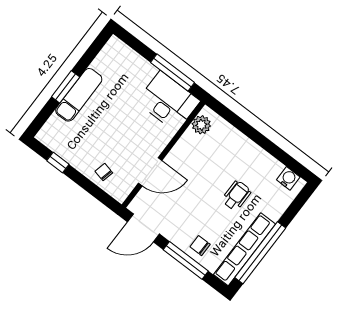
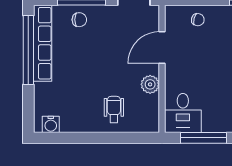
desk: (168, 101) -> (183, 113), width x0.73
plant: (201, 125) -> (150, 84), moved
wheelchair: (236, 196) -> (114, 109), moved, turned 180

